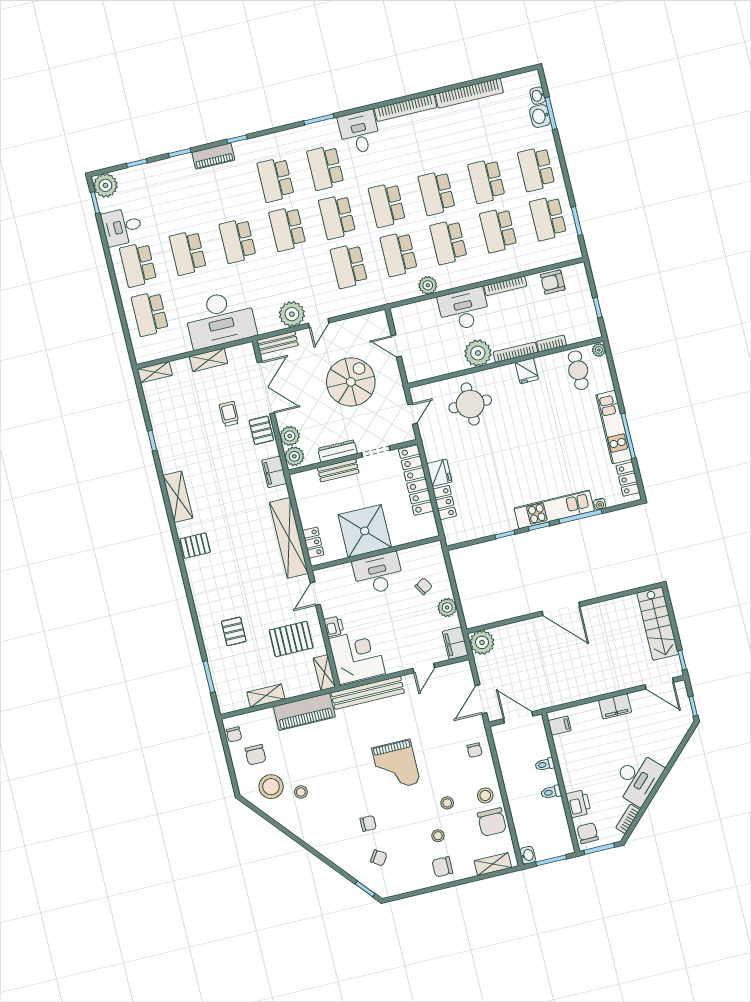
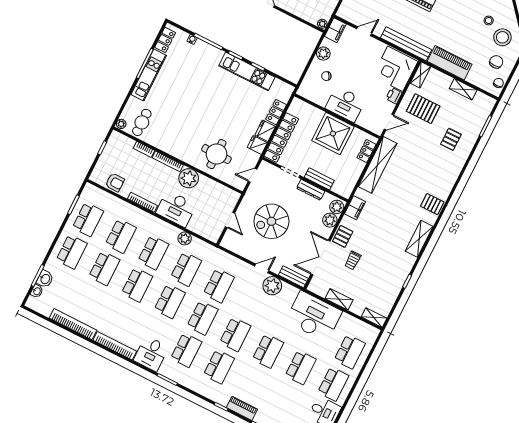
fridge: (527, 371) -> (257, 145), moved, turned -90
kitchen unit: (554, 509) -> (247, 71), moved
plant: (482, 642) -> (322, 24), width x0.53, depth x0.53

